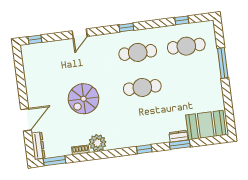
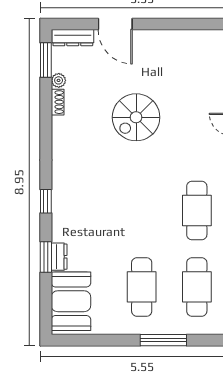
cafe table: (142, 87) -> (142, 287), moved
spiral stairs: (84, 99) -> (136, 117), turned -90
plant: (98, 143) -> (59, 80), moved, width x0.53, depth x0.53

